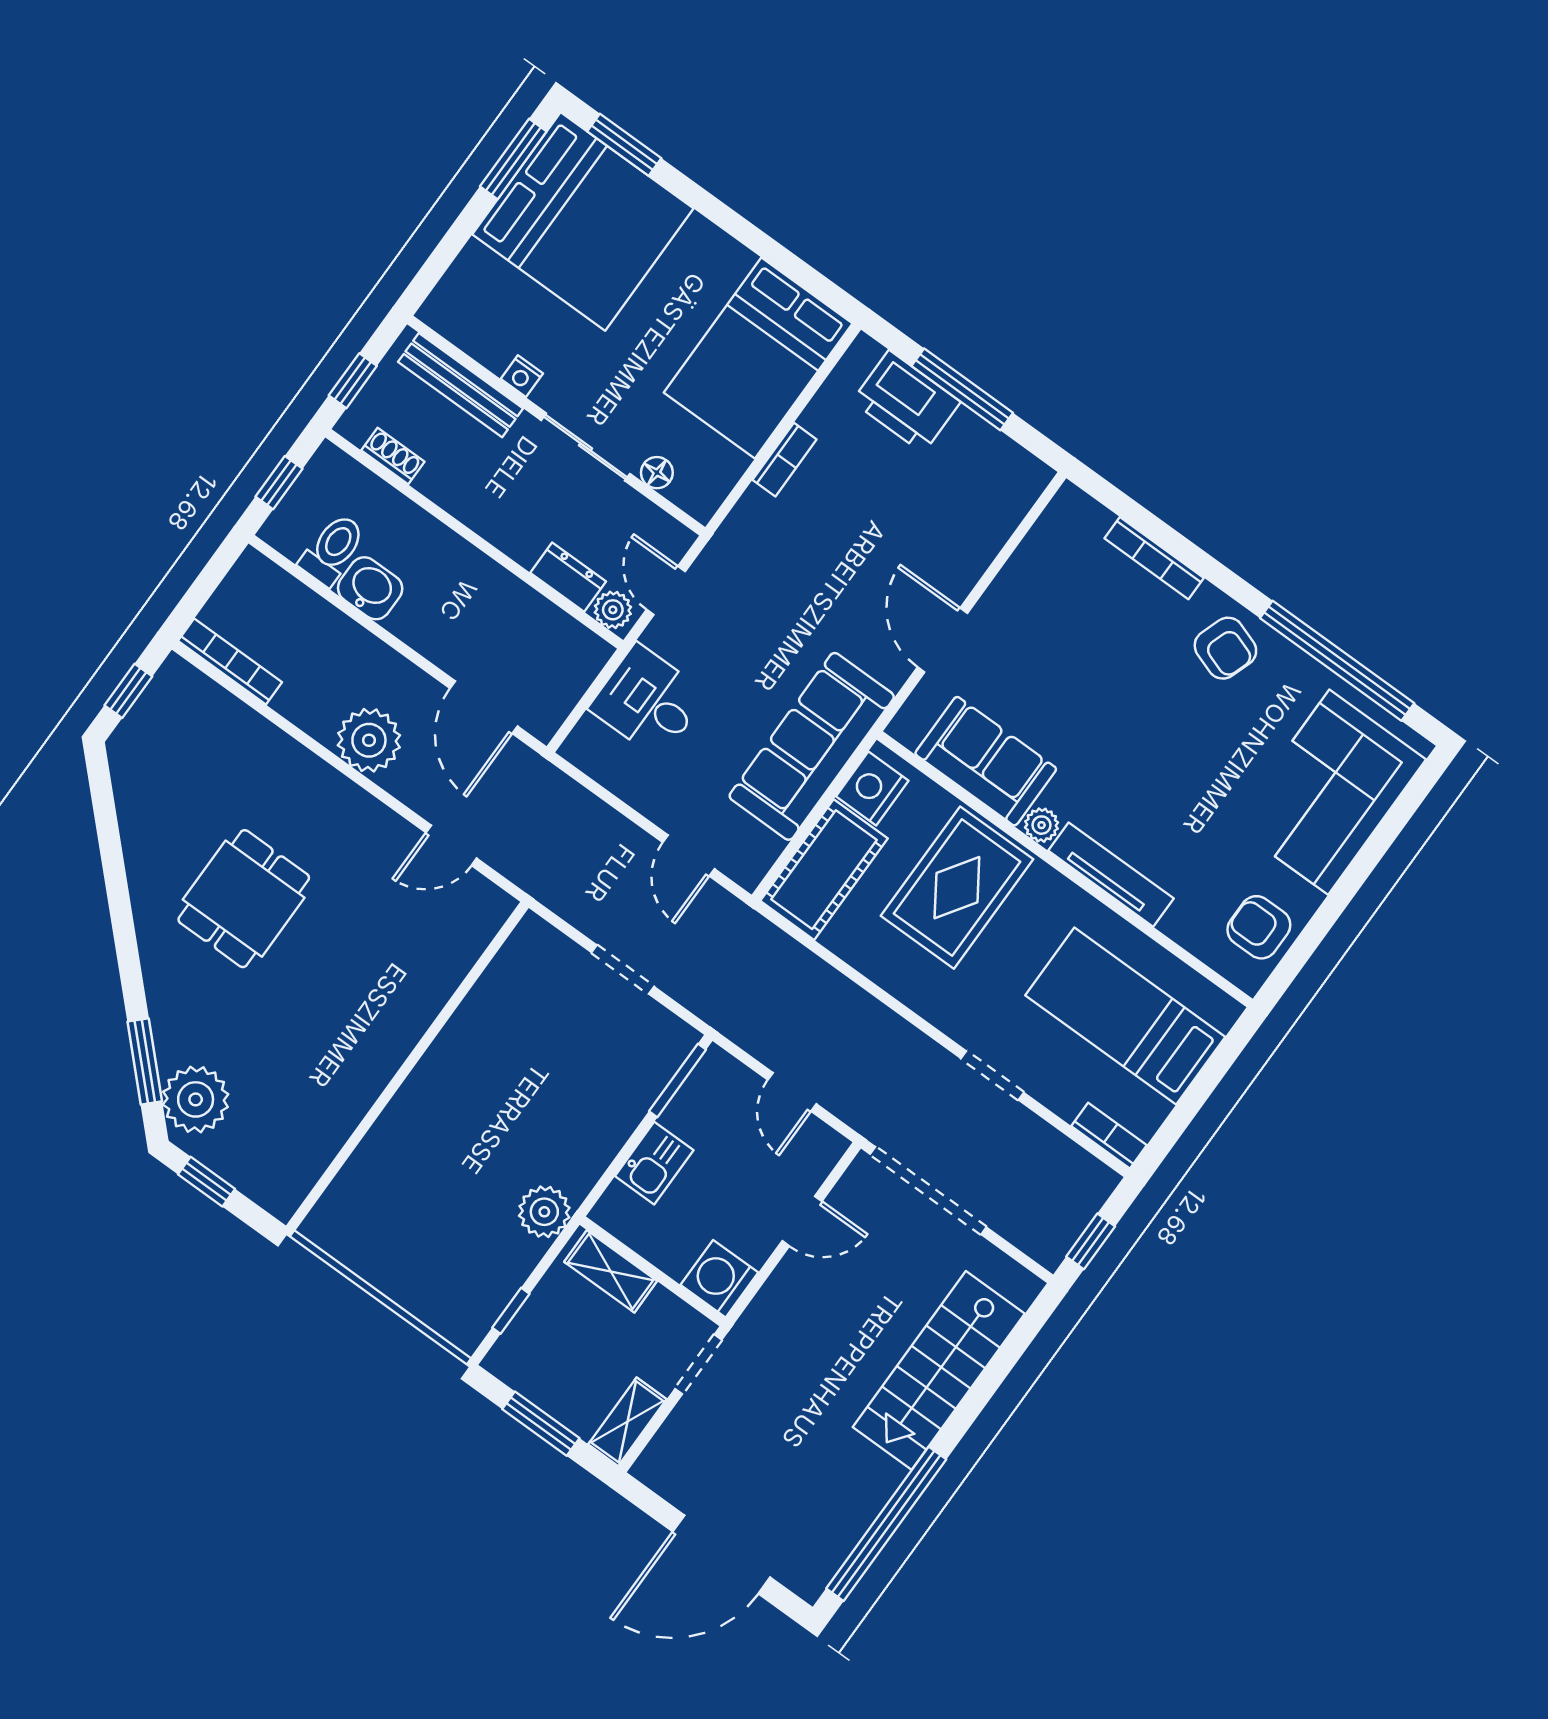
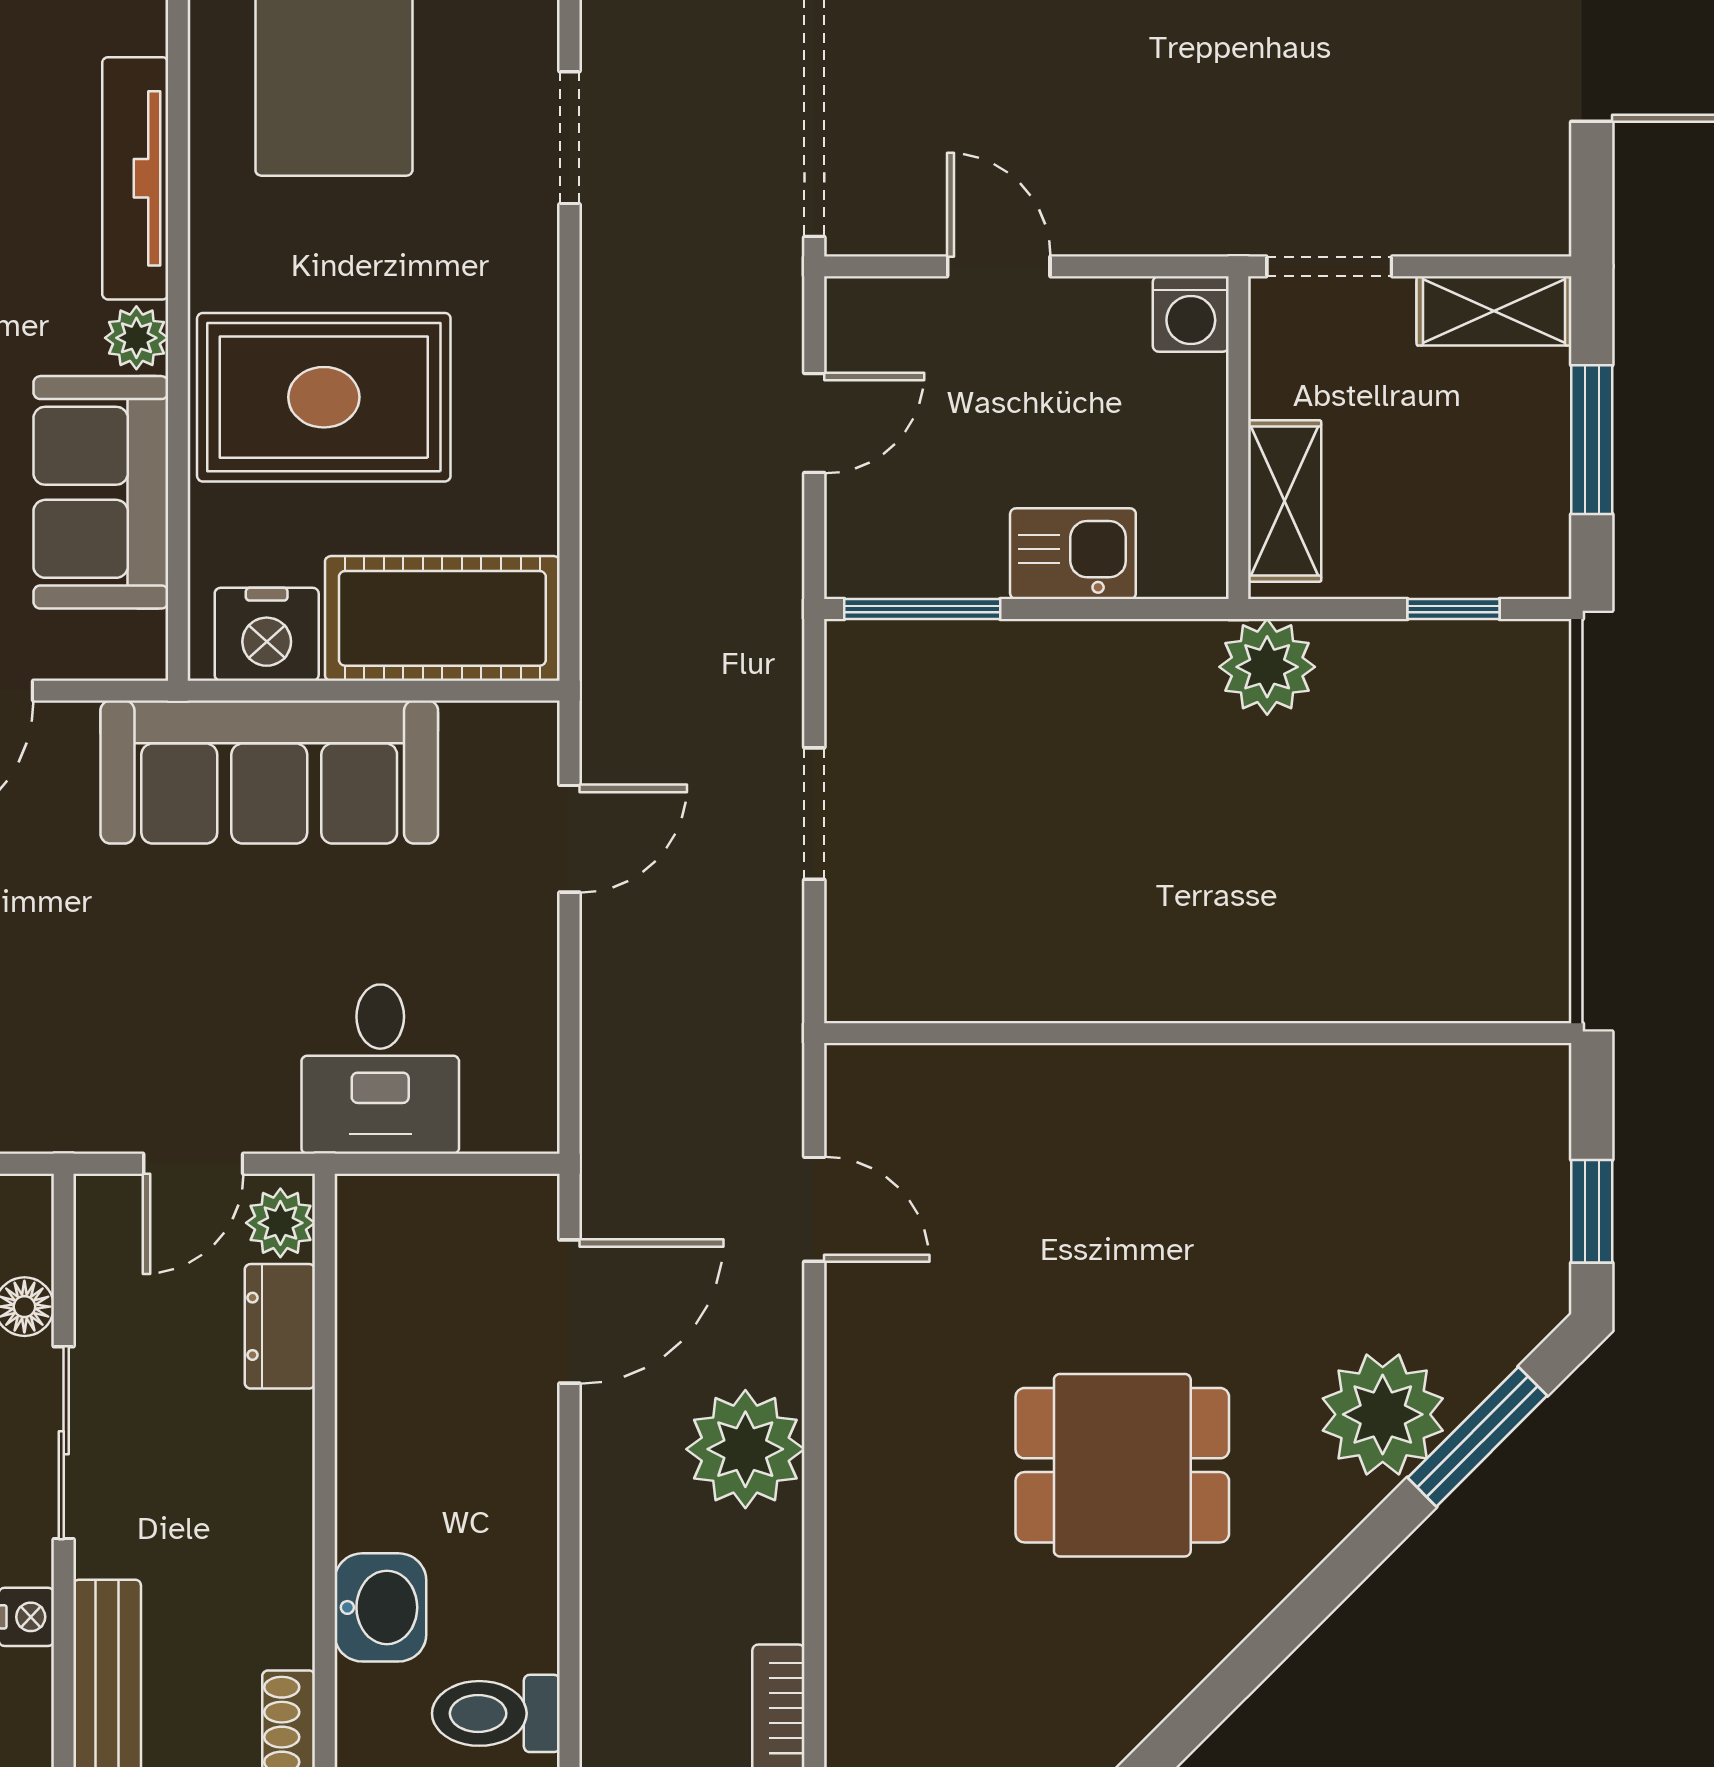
washbasin: (370, 588) -> (380, 1607), moved, turned 180
plant: (196, 1099) -> (1383, 1414), moved
washing machine: (719, 1279) -> (1191, 314), width x0.73, depth x0.73

